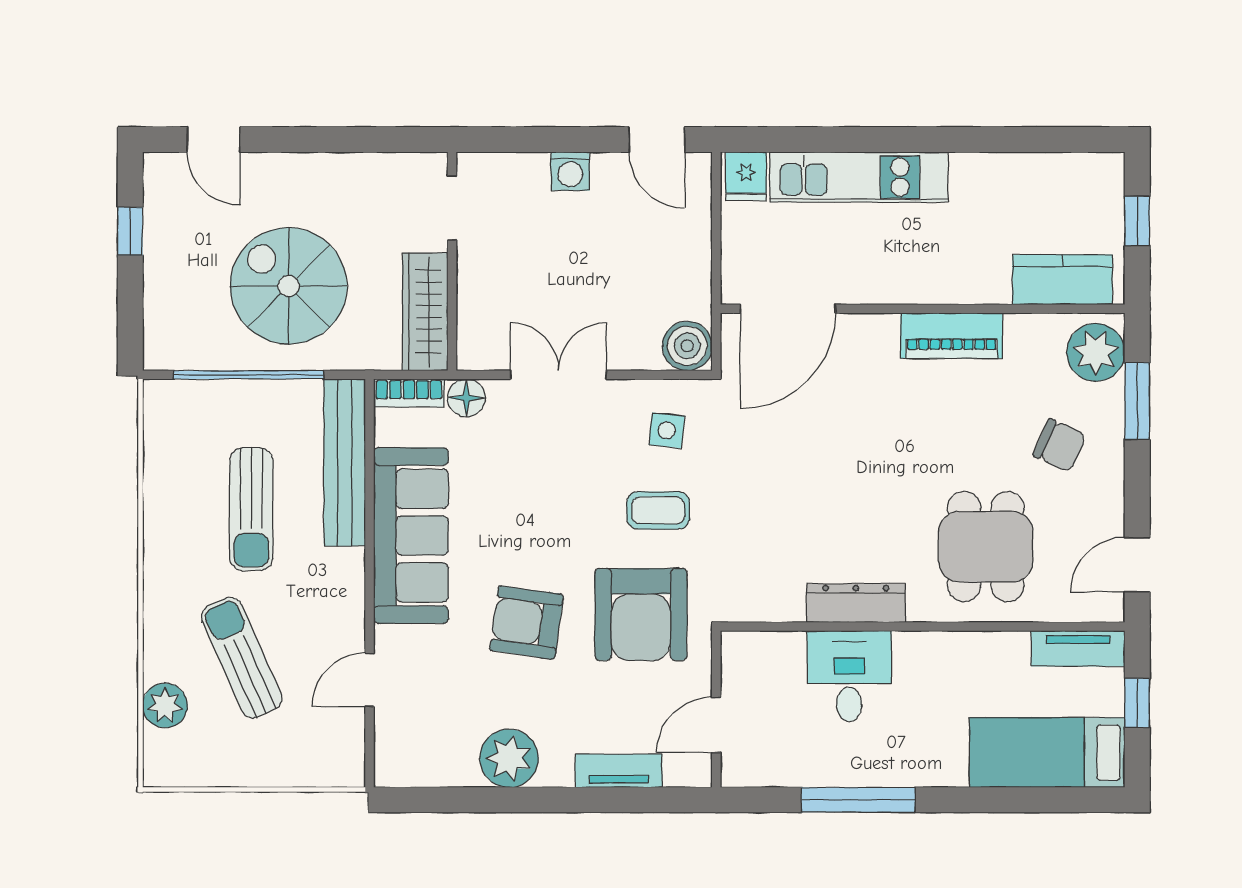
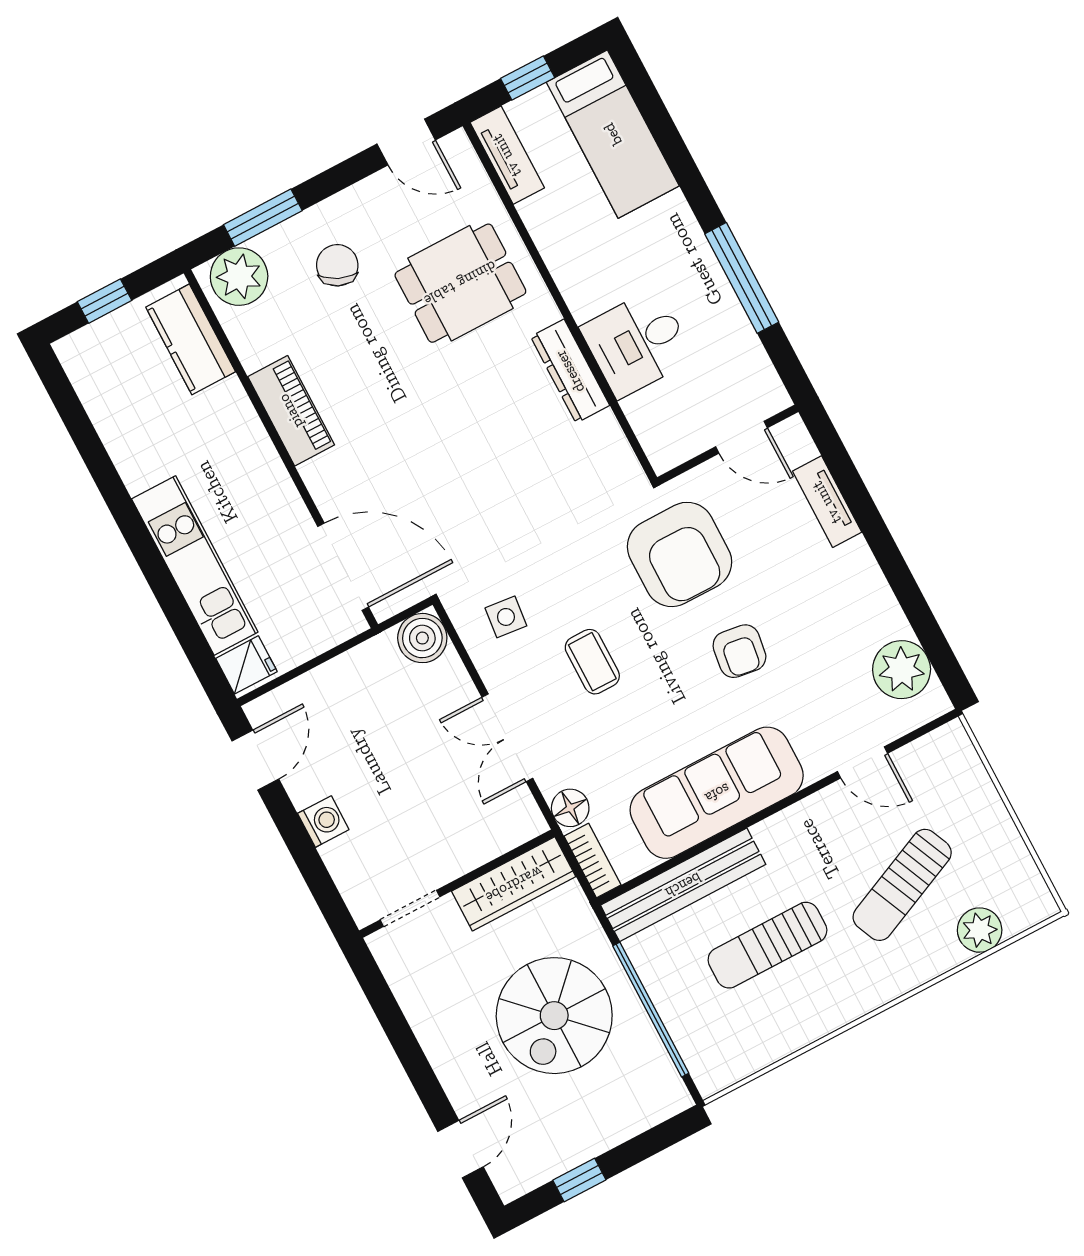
sun lounger: (251, 509) -> (767, 945), turned 180
coffee table: (658, 510) -> (592, 662), moved
armchair: (641, 614) -> (680, 554), turned 90
armchair: (526, 622) -> (739, 651), width x0.72, depth x0.72
plant: (509, 758) -> (902, 670), moved

